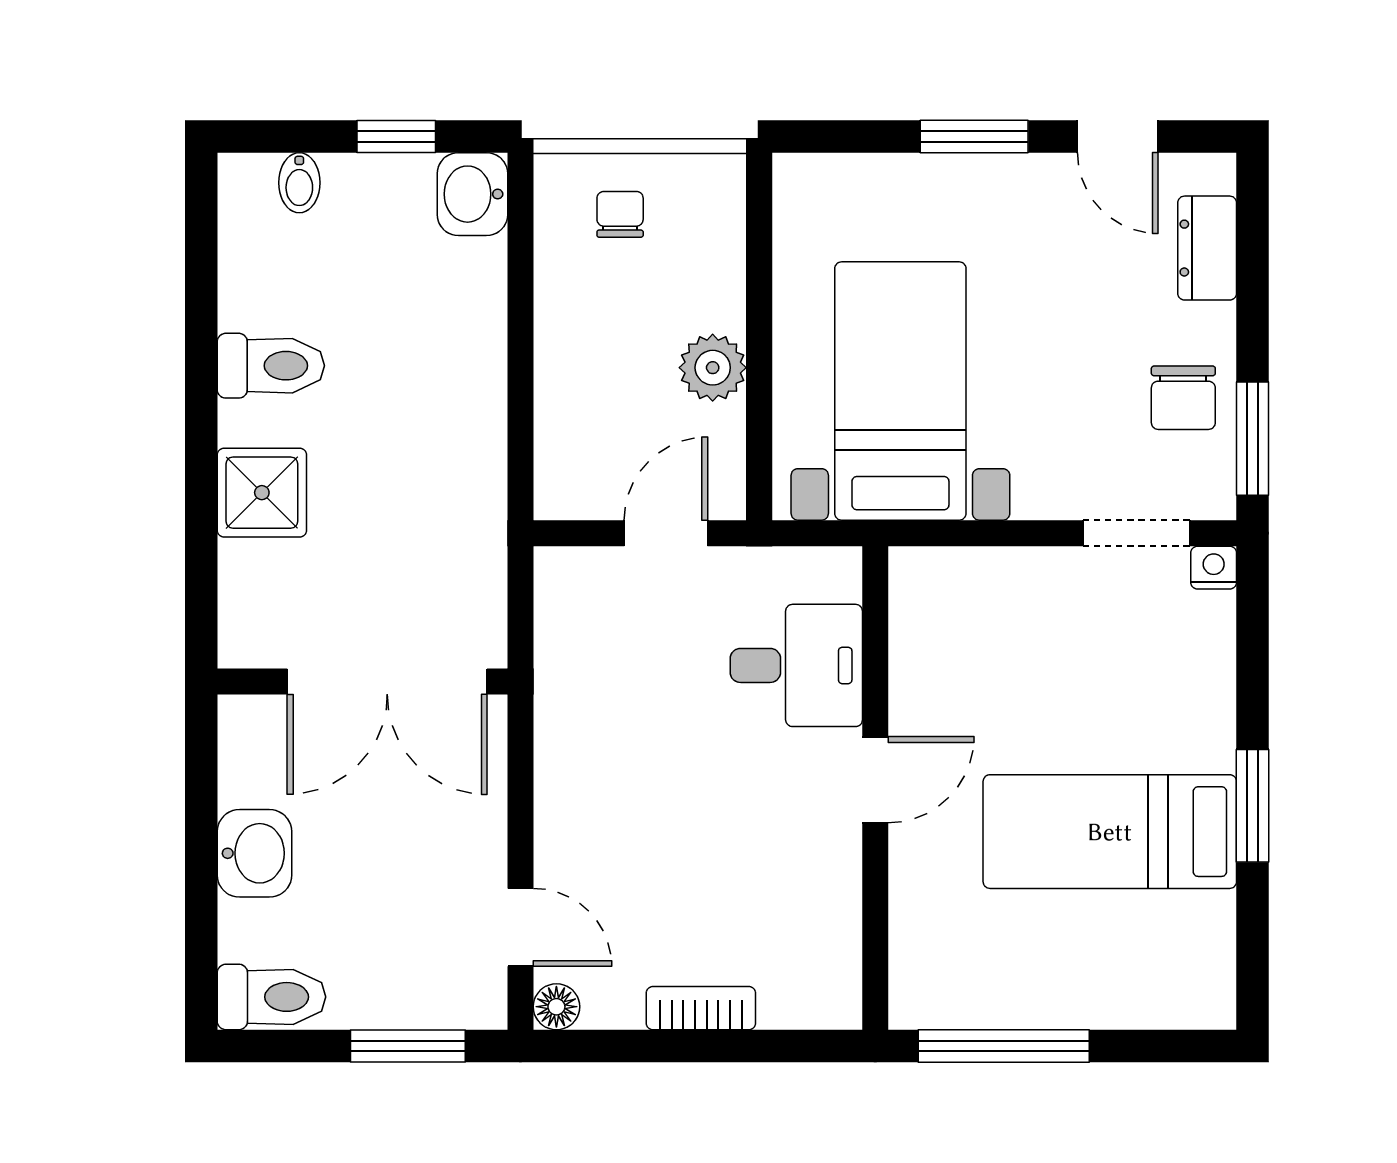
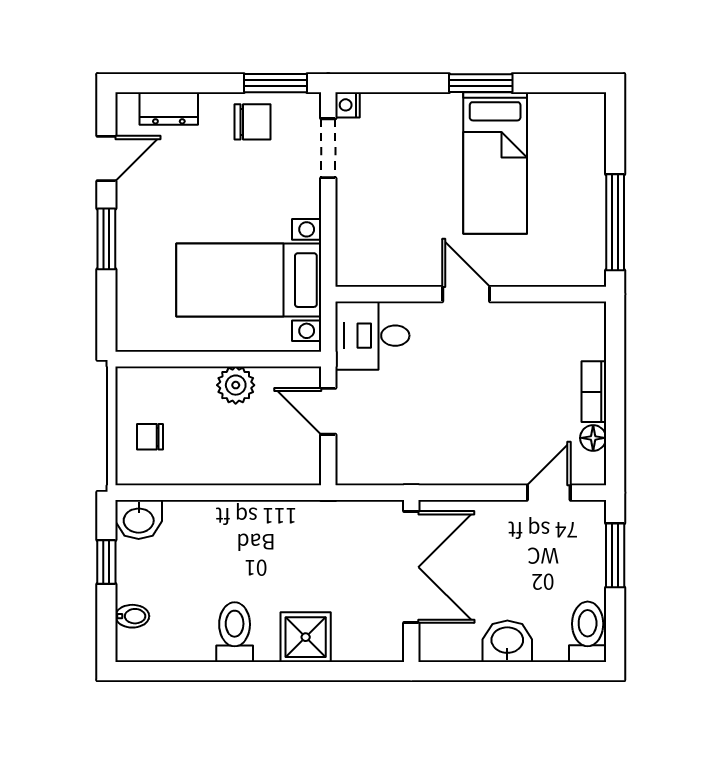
desk: (796, 665) -> (372, 336), moved, turned -90
floor lamp: (556, 1007) -> (593, 438), moved

